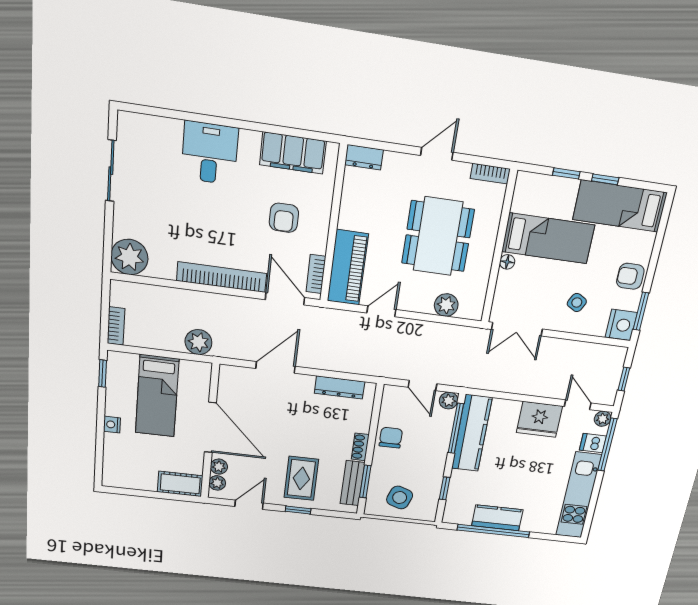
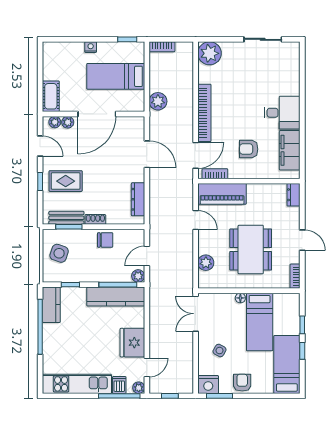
desk: (210, 153) -> (282, 113), moved
dining table: (438, 236) -> (251, 250), turned 90
kitchen counter: (497, 518) -> (51, 305), moved

